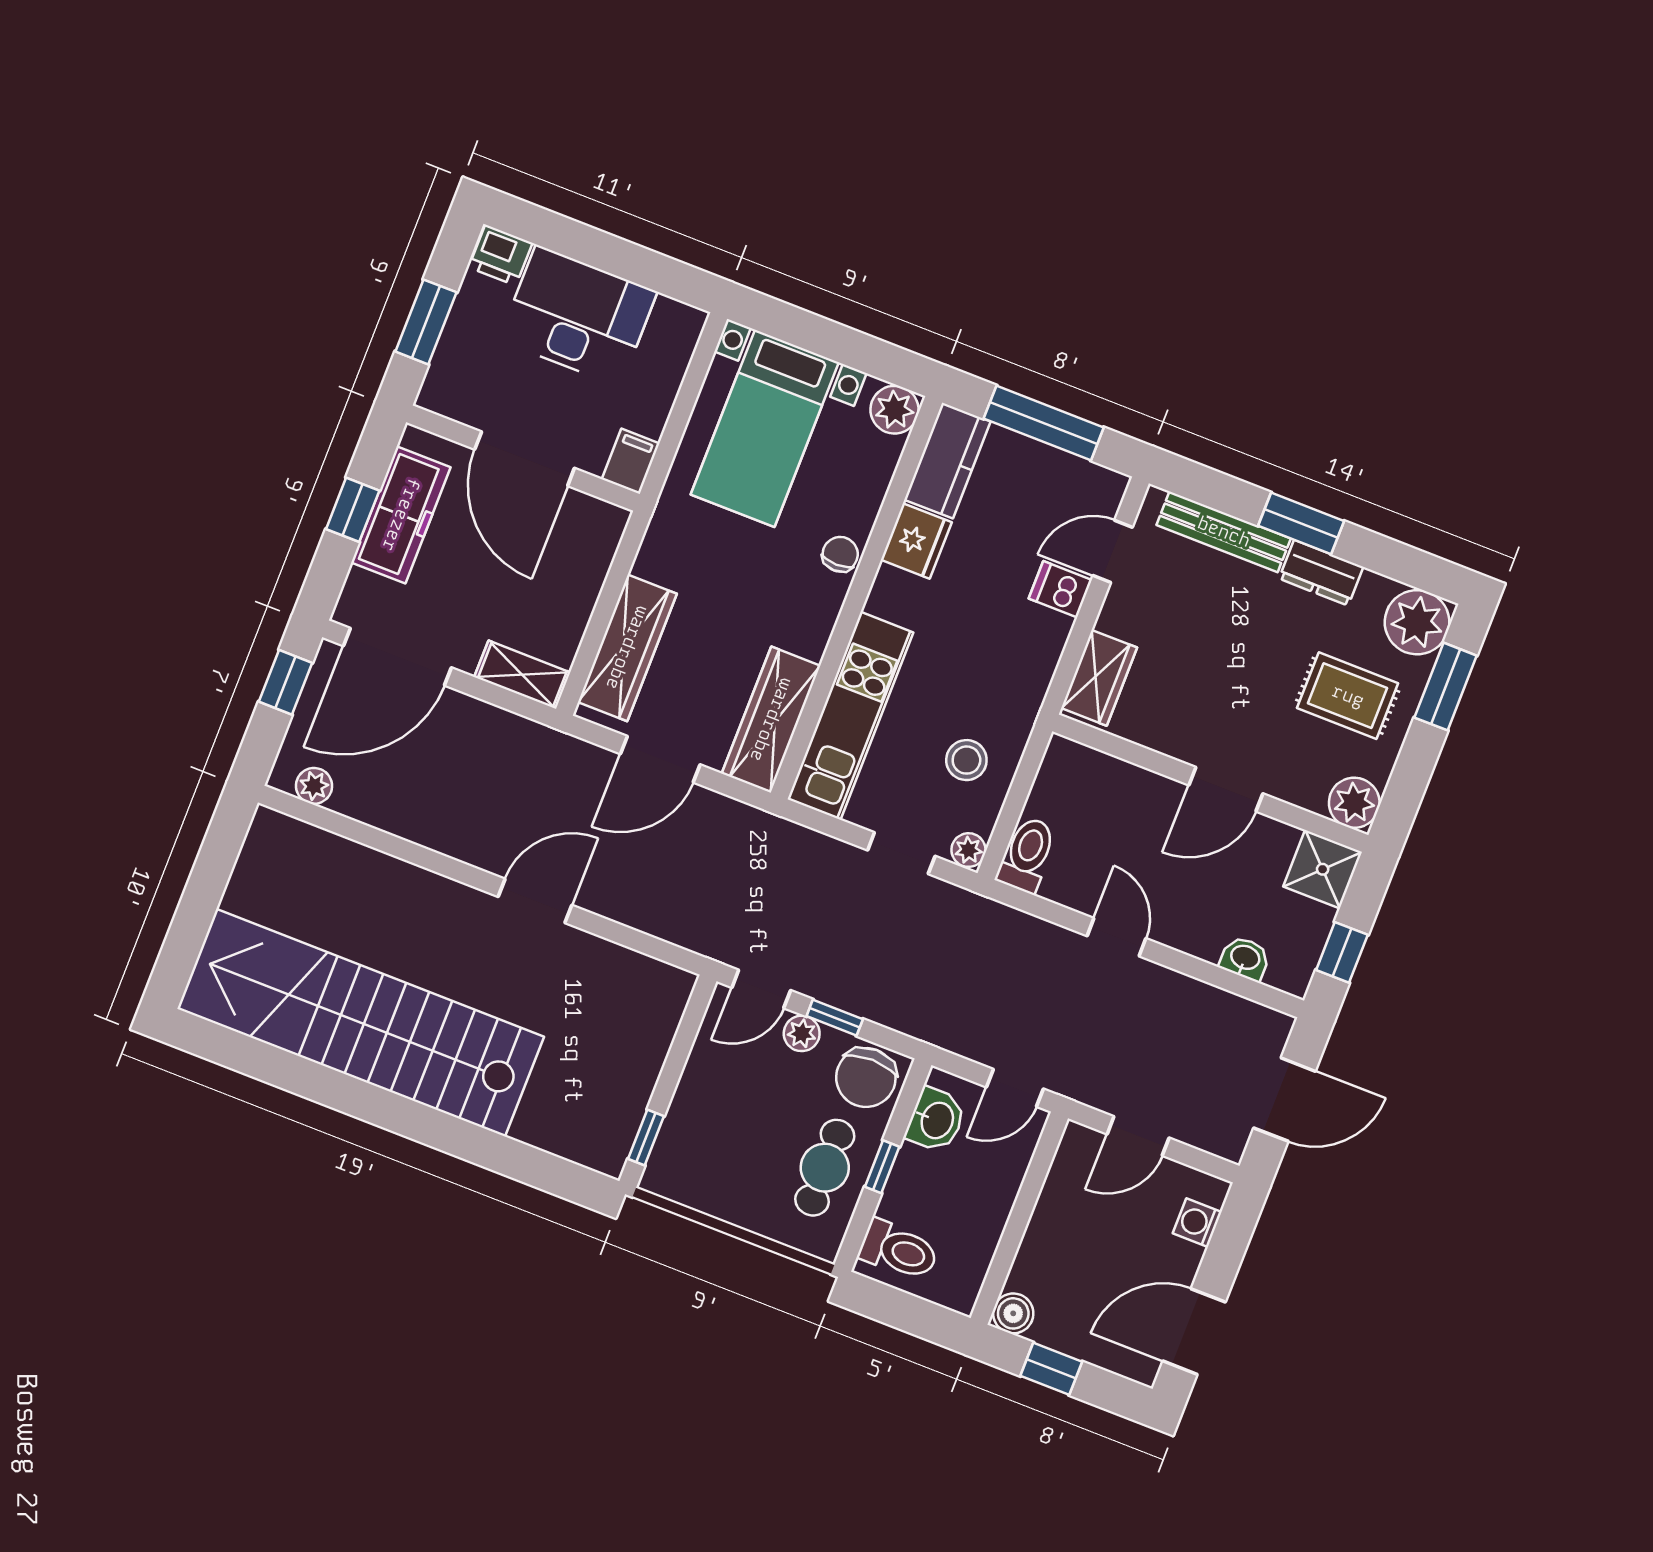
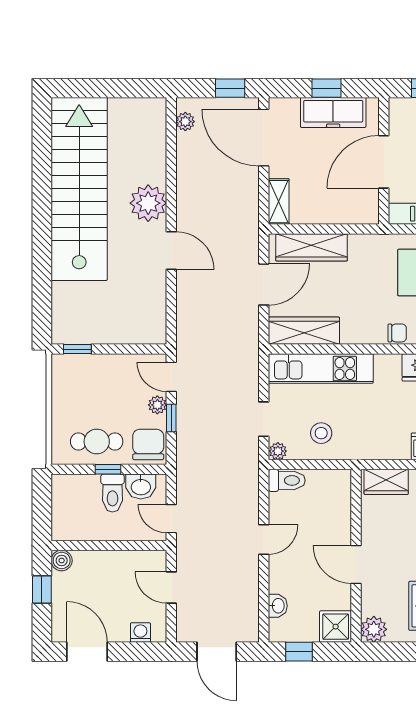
door: (660, 759) -> (264, 284), swing flipped
plant: (434, 909) -> (148, 203), added
chair: (866, 1077) -> (148, 444), turned 90
toilet: (899, 1250) -> (112, 493), moved

